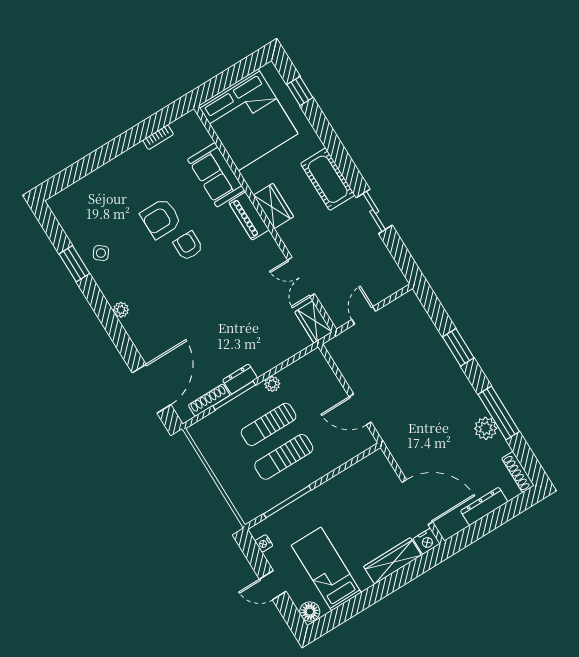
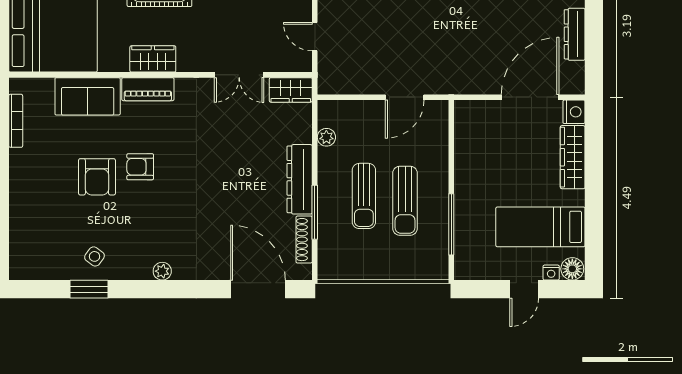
bookcase: (158, 137) -> (16, 121), width x1.56
dresser: (240, 379) -> (300, 179), width x1.96, depth x1.24
plant: (272, 384) -> (326, 137), moved
nightstand: (264, 543) -> (551, 273), moved

